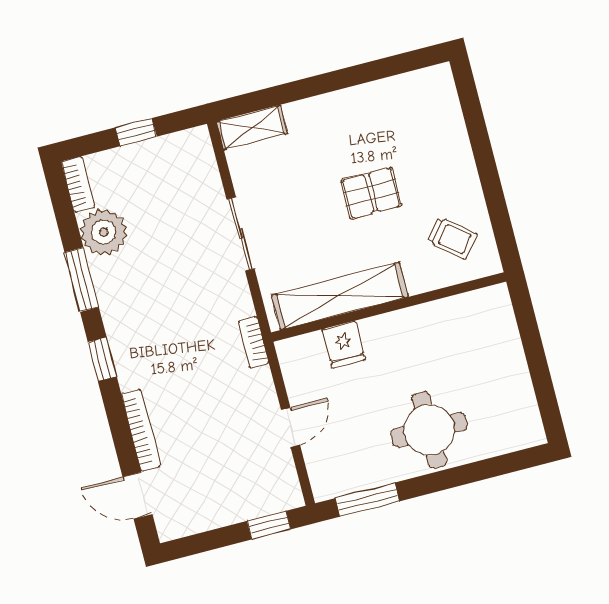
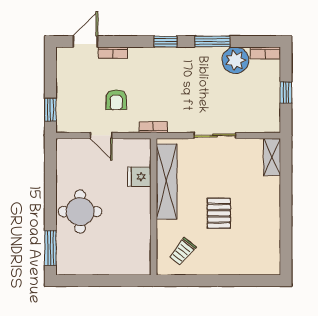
armchair: (223, 418) -> (116, 100), added
bookcase: (141, 430) -> (113, 53), width x0.64
window: (367, 500) -> (50, 248), moved

